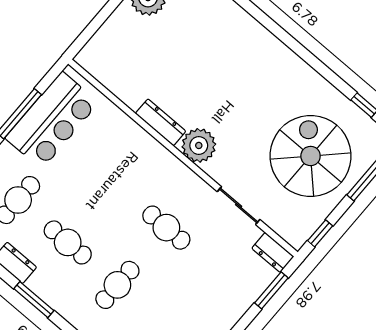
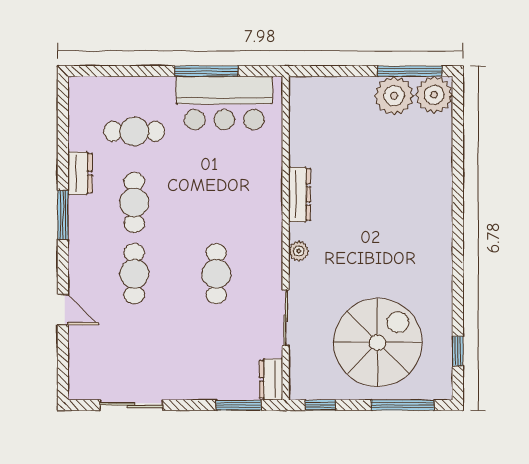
plant: (199, 145) -> (299, 251), width x0.53, depth x0.53
cafe table: (117, 285) -> (134, 274), turned 90

